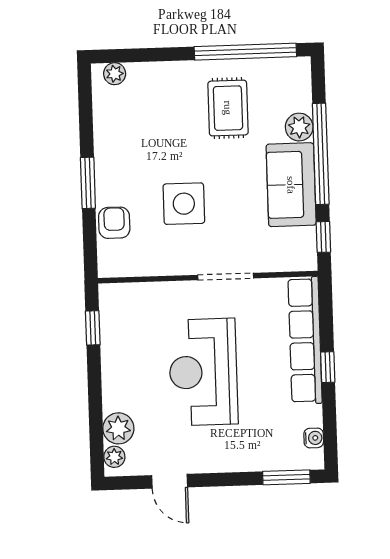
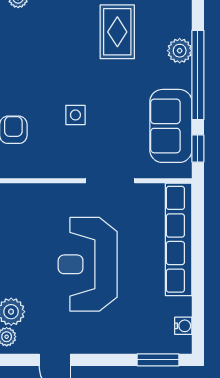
sofa: (291, 185) -> (171, 126), moved
side table: (184, 204) -> (75, 115), width x0.54, depth x0.54
window: (328, 367) -> (198, 264), removed

